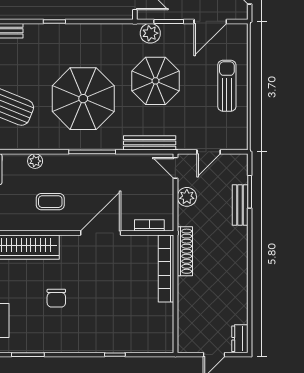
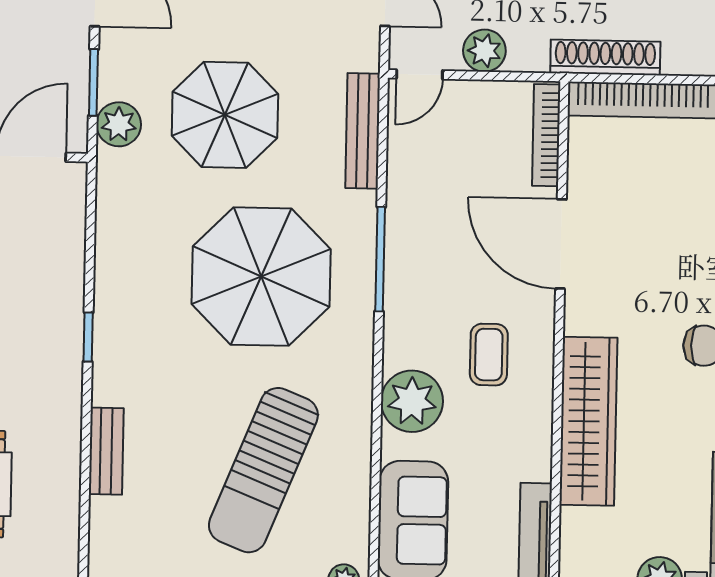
plant: (35, 161) -> (412, 401), width x1.87, depth x1.87
bookcase: (149, 225) -> (546, 135), width x1.56

